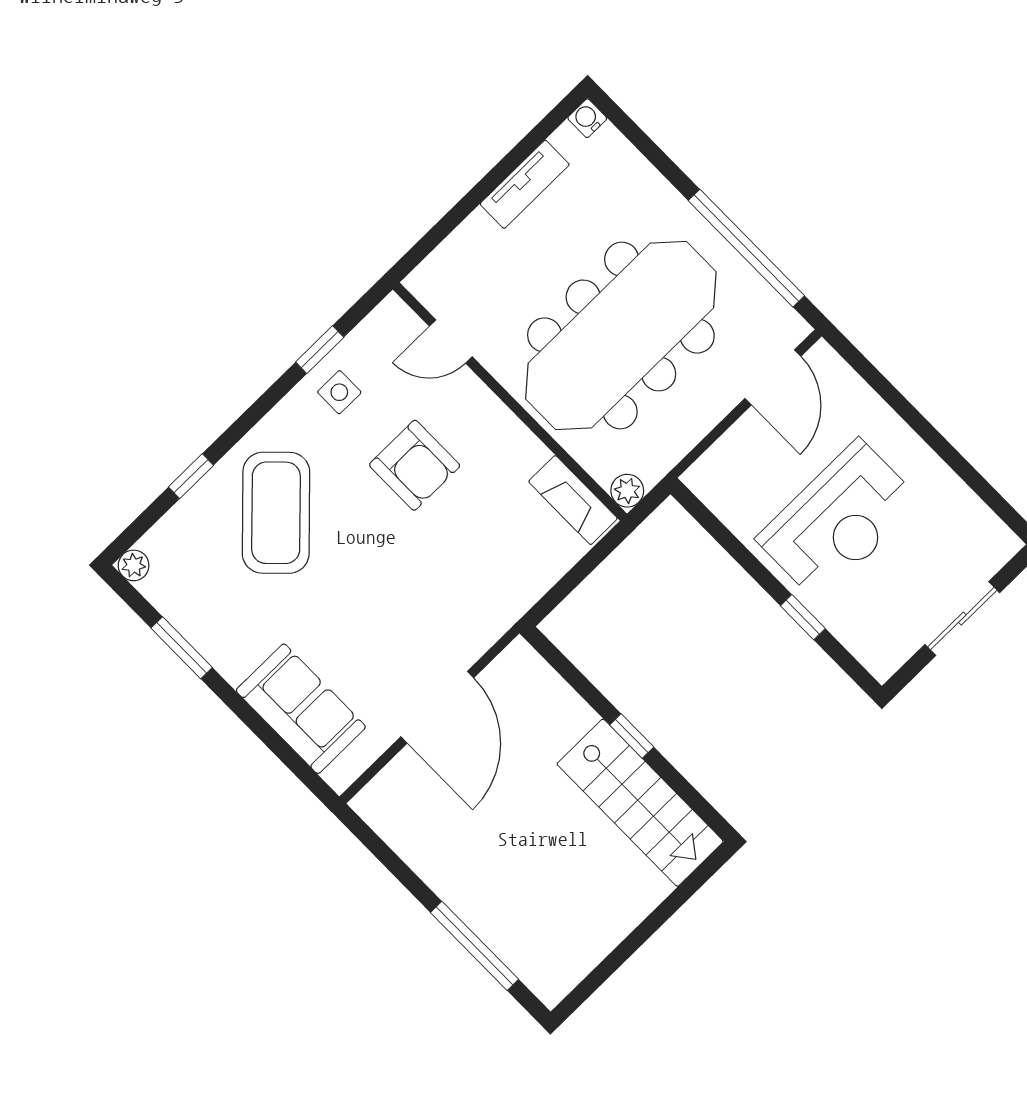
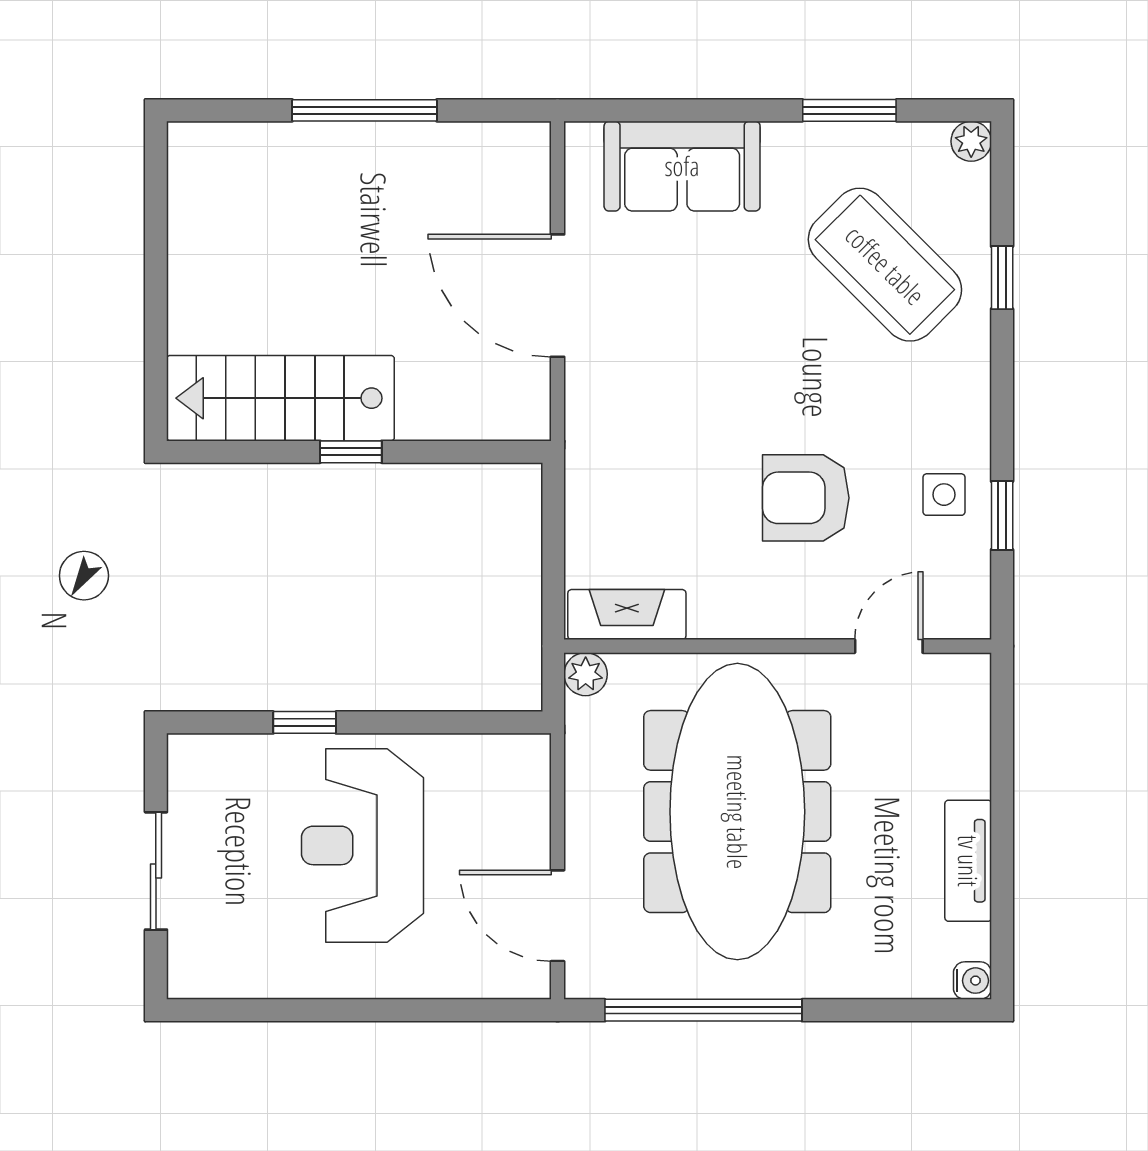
coffee table: (276, 513) -> (885, 265), moved
window: (475, 946) -> (365, 110), moved

